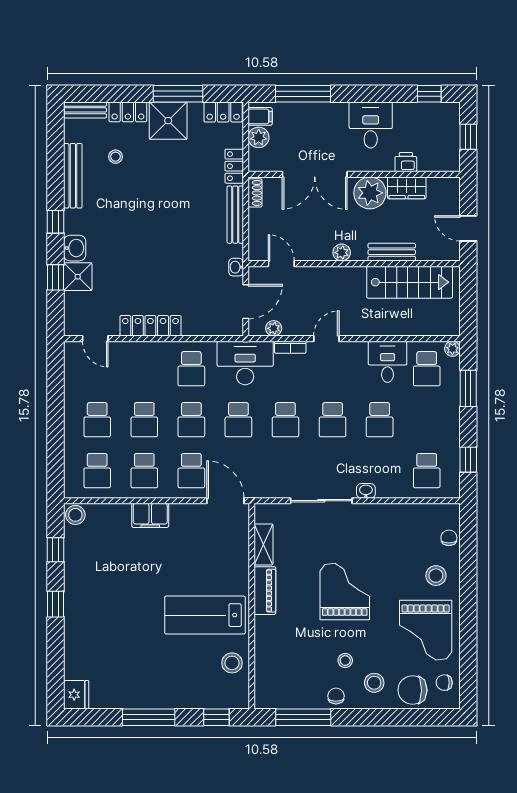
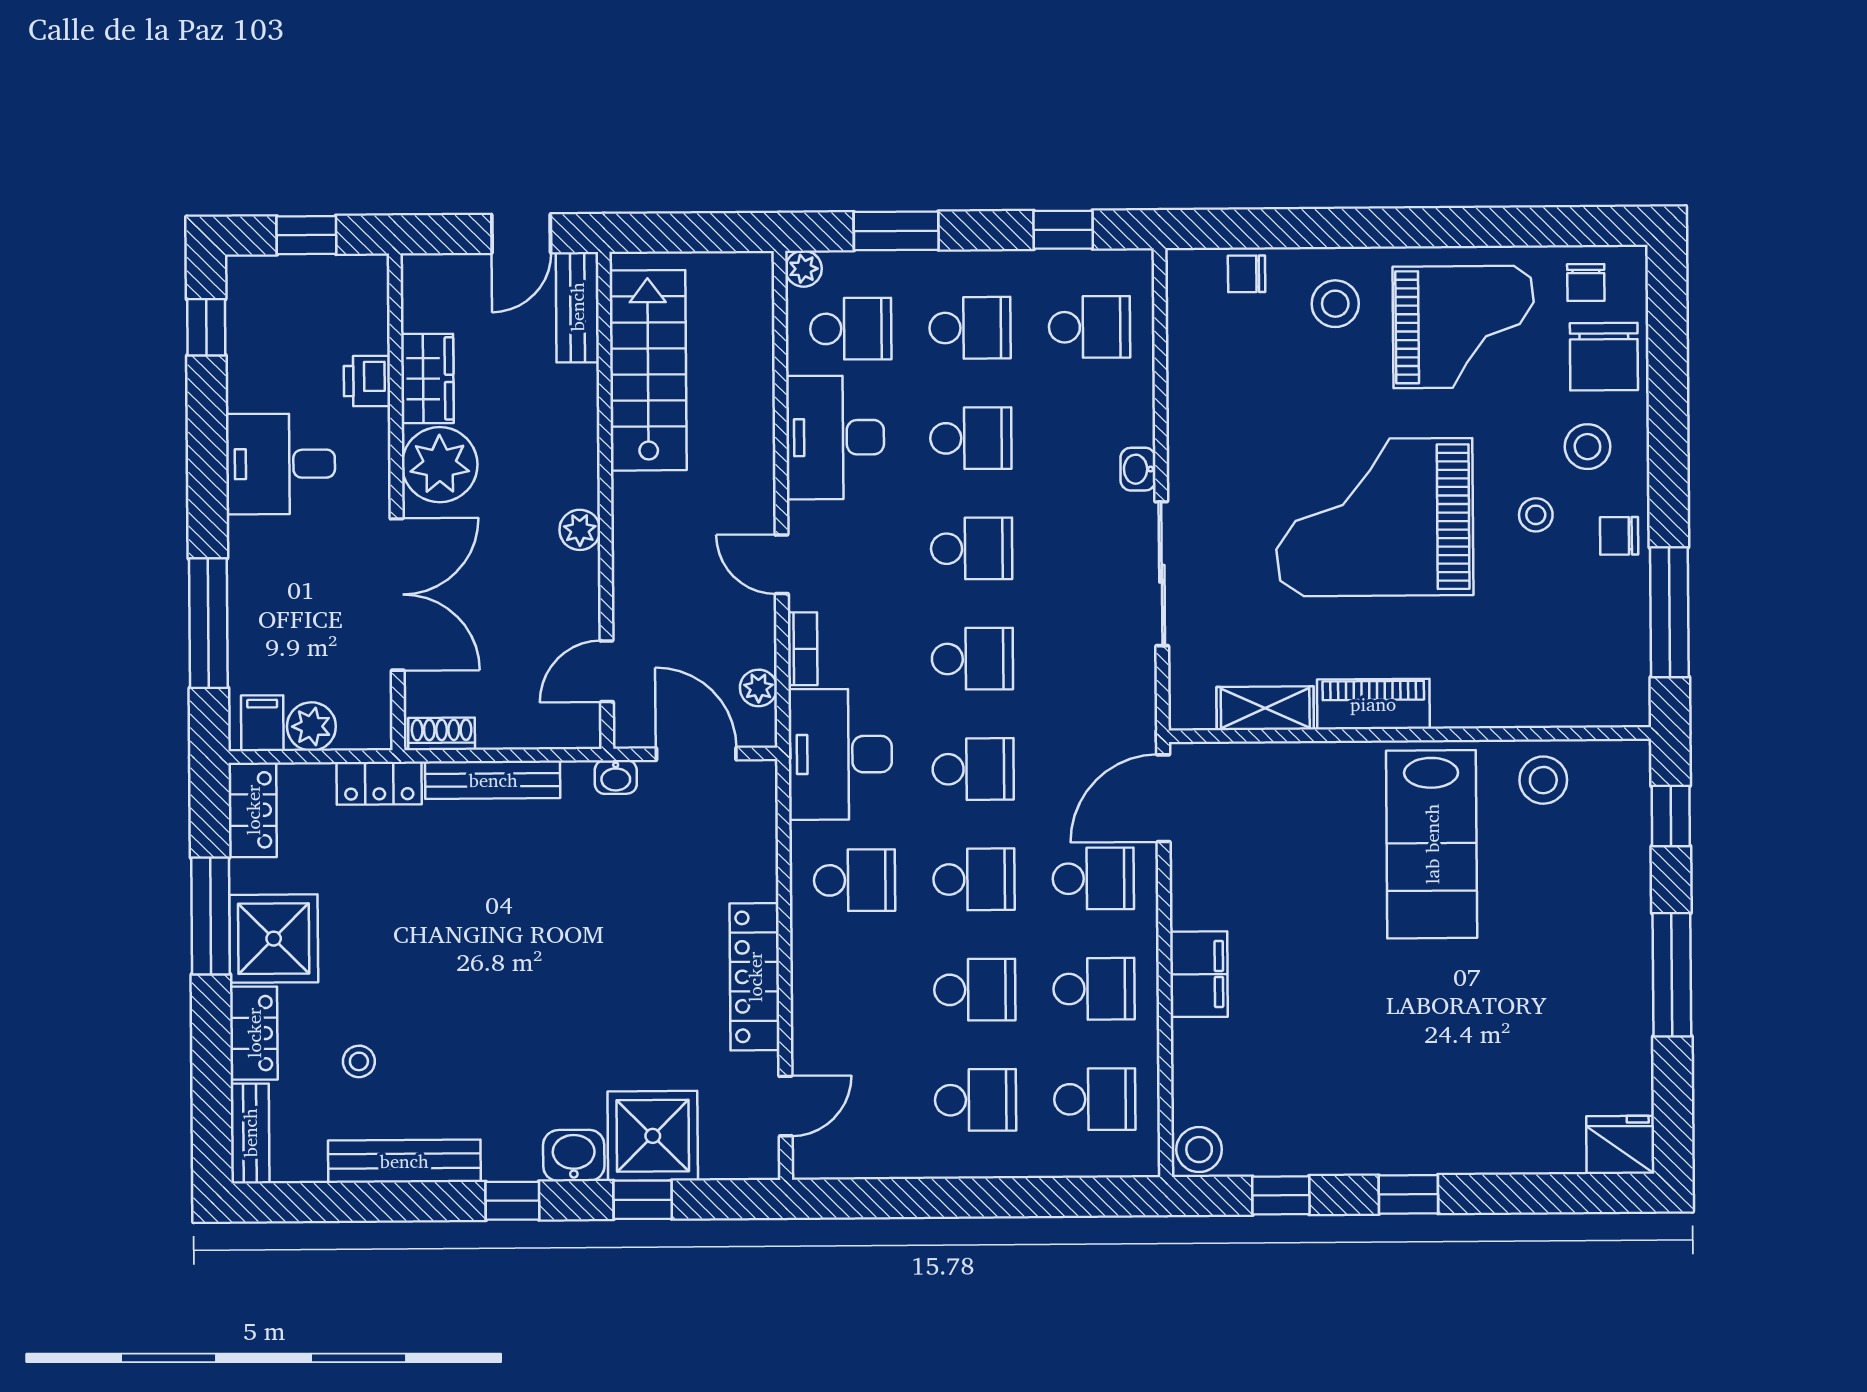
bench: (392, 252) -> (577, 307), moved
shower: (78, 277) -> (653, 1136), width x1.36, depth x1.36
desk: (388, 362) -> (835, 437), width x1.37
school desk: (427, 420) -> (970, 328), added
grand piano: (345, 592) -> (1374, 517), width x1.37, depth x1.48

